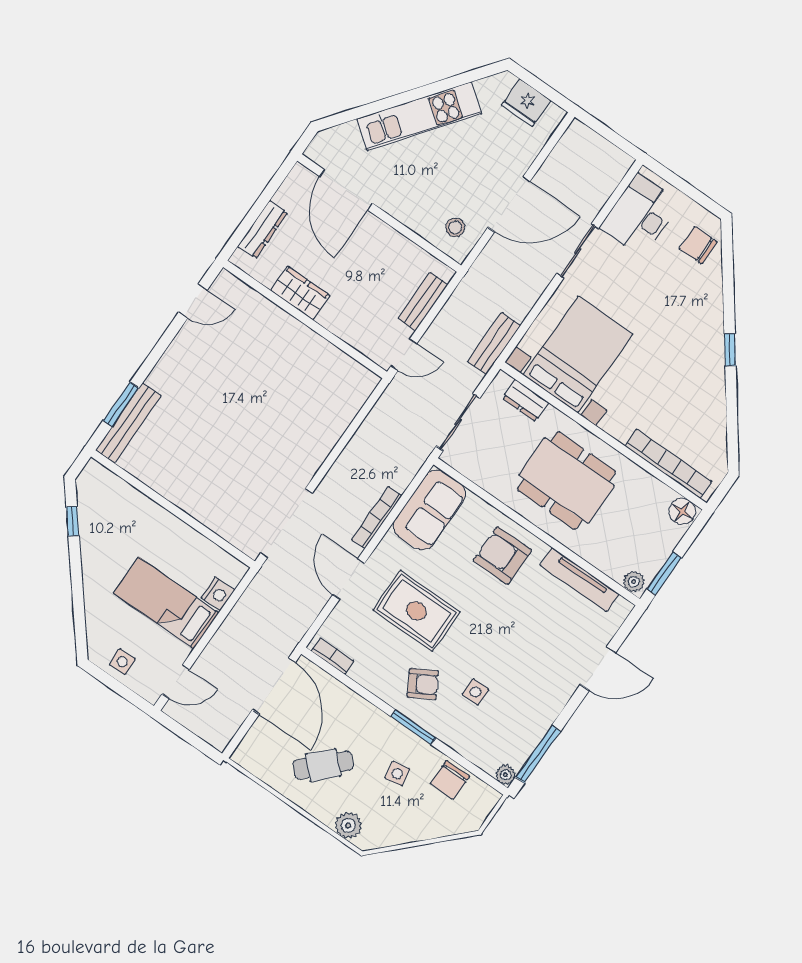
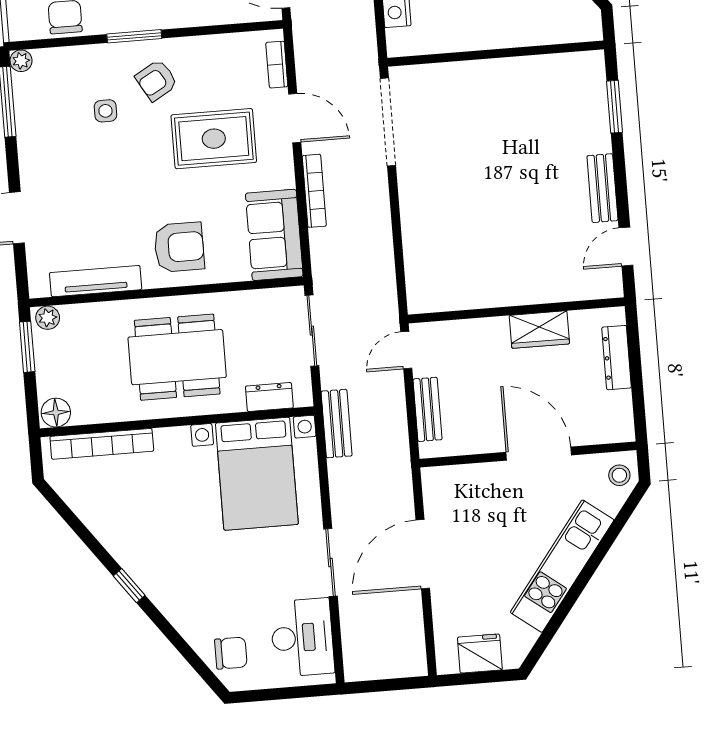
door: (346, 190) -> (539, 454), moved
stool: (455, 227) -> (619, 475), moved
bench: (128, 423) -> (602, 188), moved, width x0.73
bookcase: (332, 656) -> (277, 65), moved, turned 90

